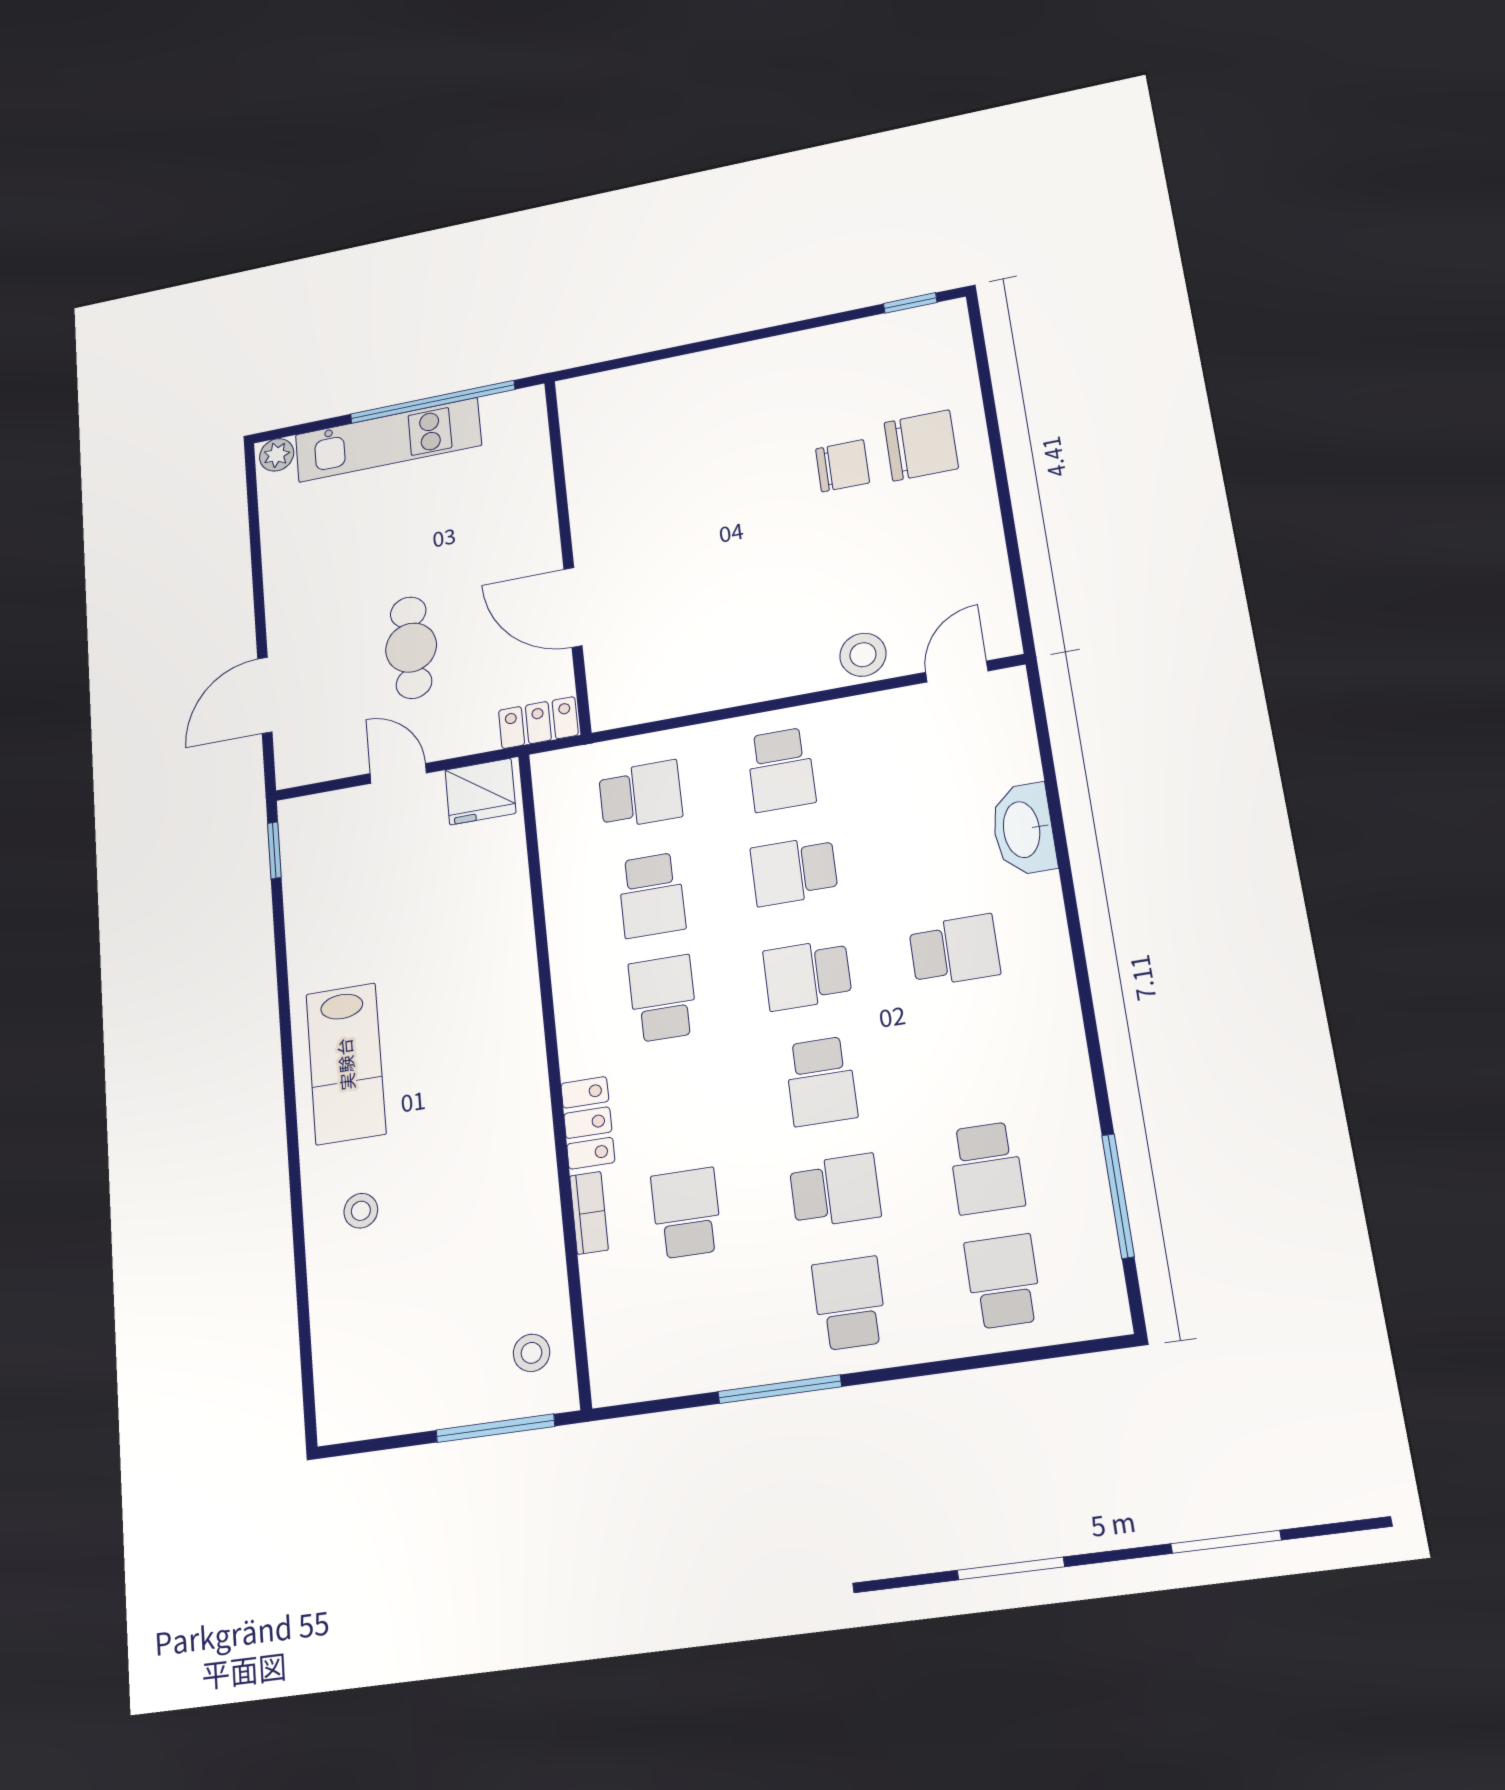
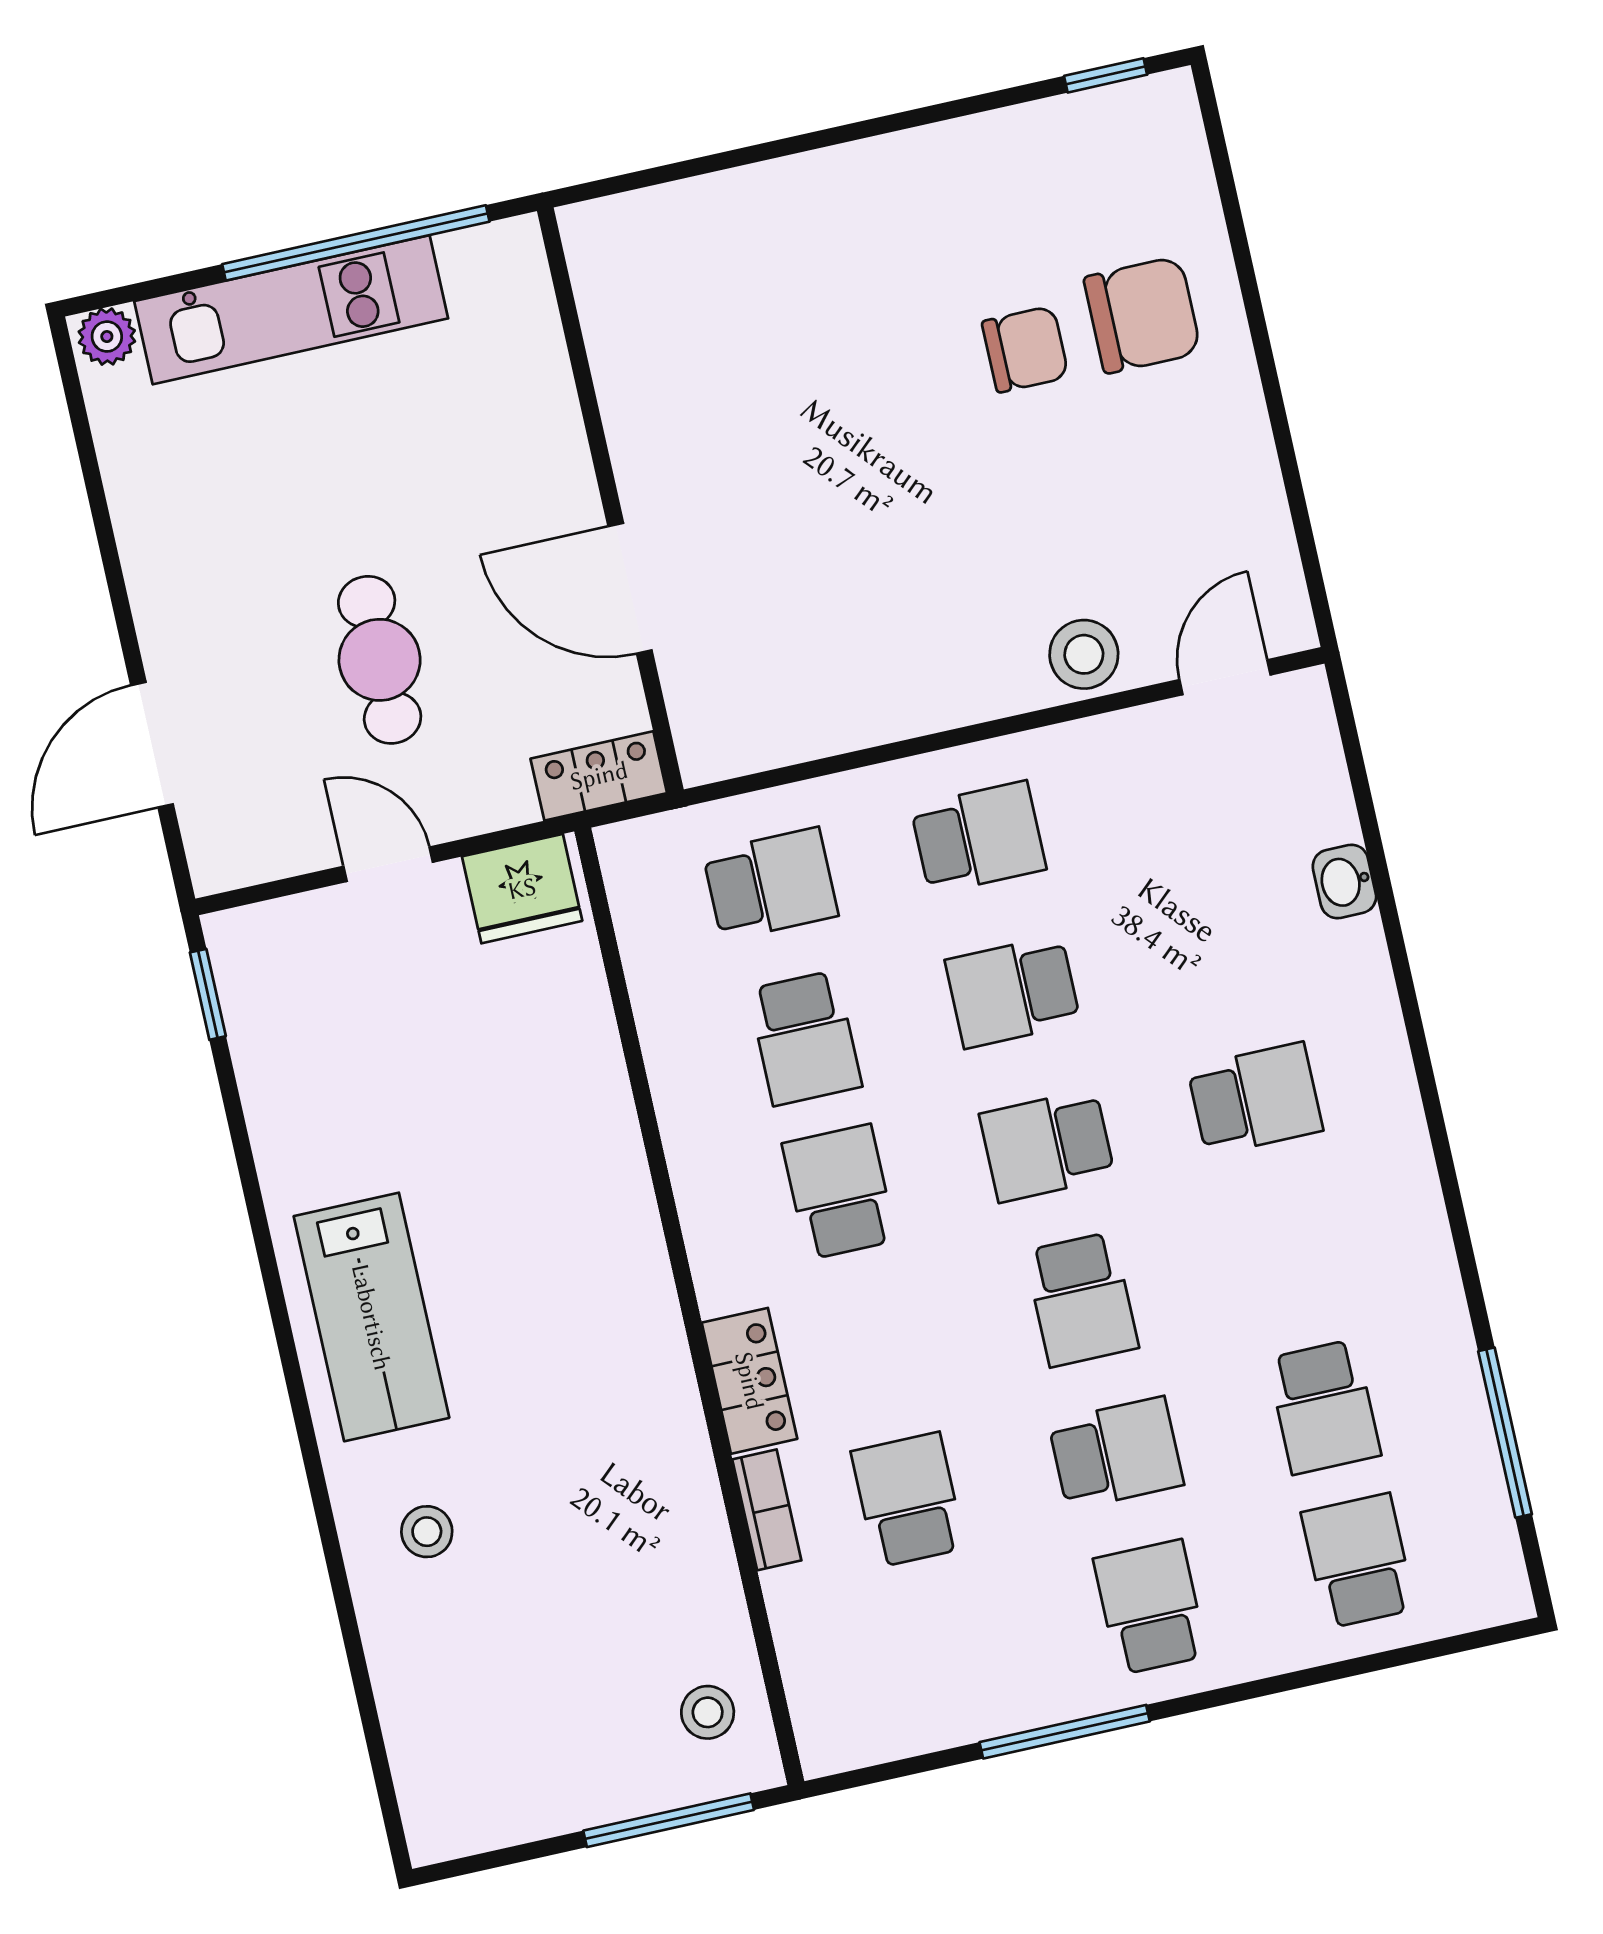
school desk: (781, 770) -> (978, 838), turned -90
washbasin: (1023, 829) -> (1344, 881), width x0.52, depth x0.69

